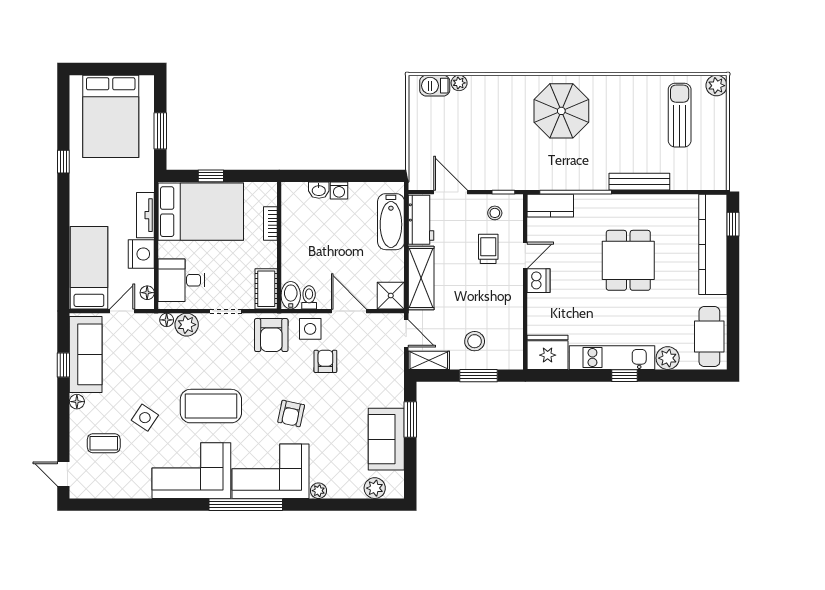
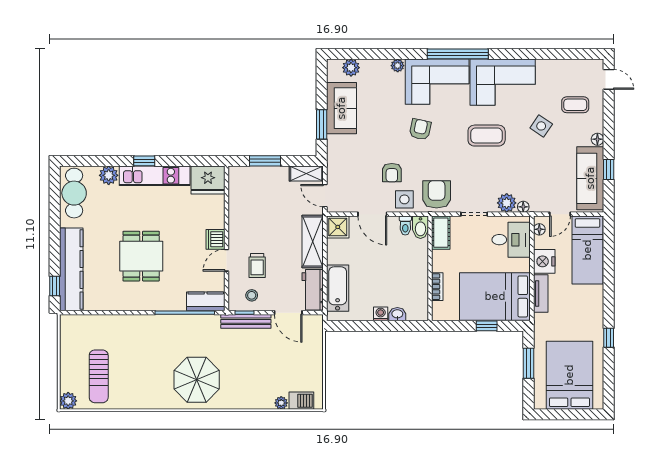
bench: (639, 182) -> (246, 321), moved
stool: (475, 341) -> (268, 189), removed
coffee table: (211, 406) -> (487, 136), width x0.73, depth x0.76

